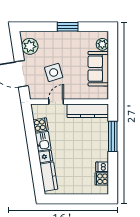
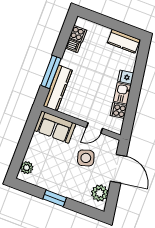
sofa: (98, 69) -> (55, 127), moved, turned 90
kitchen counter: (88, 111) -> (58, 88), moved, turned 90
kitchen counter: (49, 177) -> (124, 41), moved, turned -81

